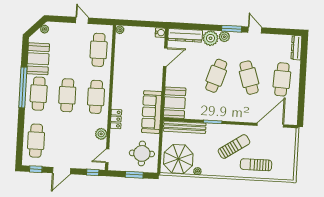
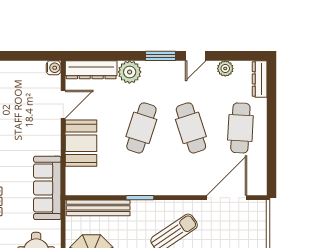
door: (255, 30) -> (196, 56), swing flipped
plant: (224, 37) -> (225, 68), moved
booth: (175, 103) -> (81, 143), moved

